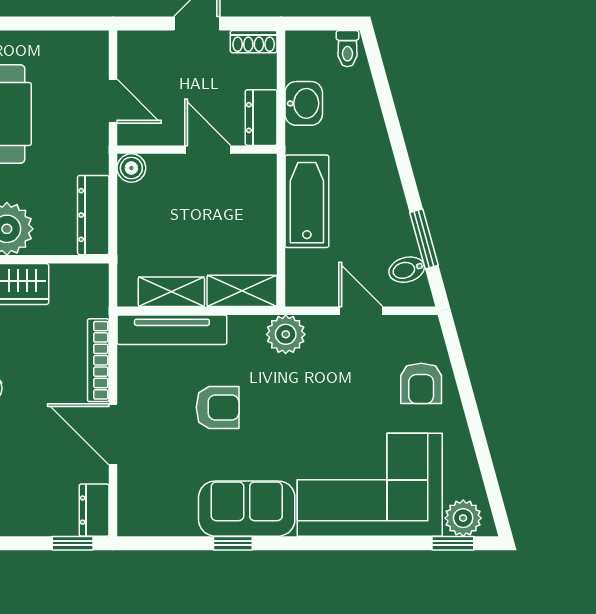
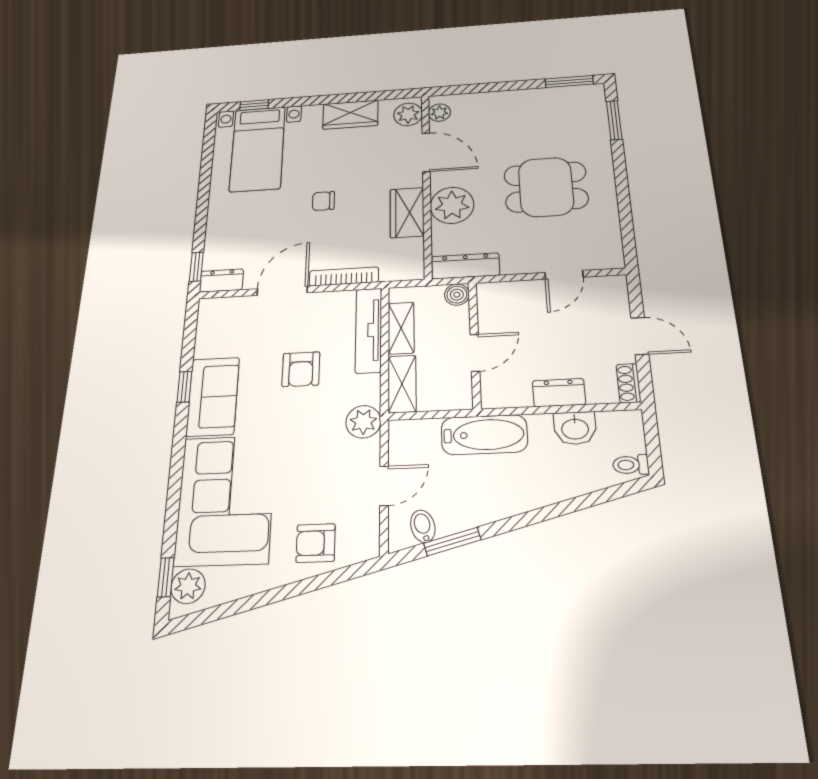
wall: (197, 150) -> (475, 344), moved
door: (208, 150) -> (475, 353), moved
boiler: (131, 168) -> (457, 295), moved

